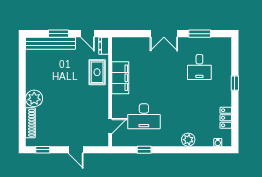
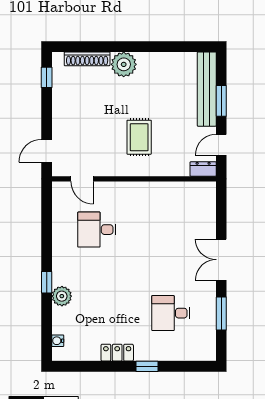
rug: (97, 72) -> (139, 137), moved, turned 90
filing cabinet: (120, 78) -> (155, 194), removed
desk: (144, 116) -> (97, 230), width x0.73
locker: (226, 118) -> (117, 353), moved
door: (76, 150) -> (47, 151), moved
window: (144, 150) -> (47, 282), moved

